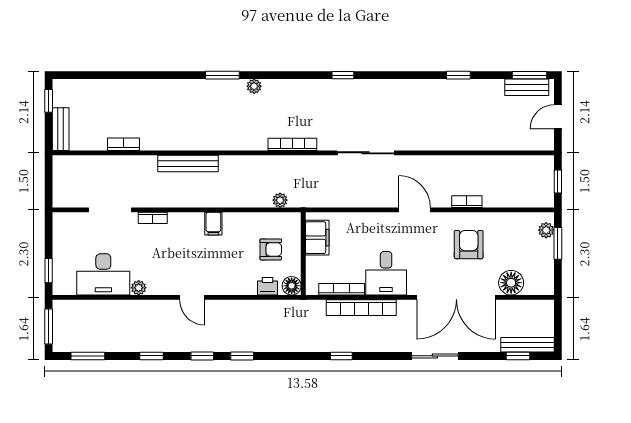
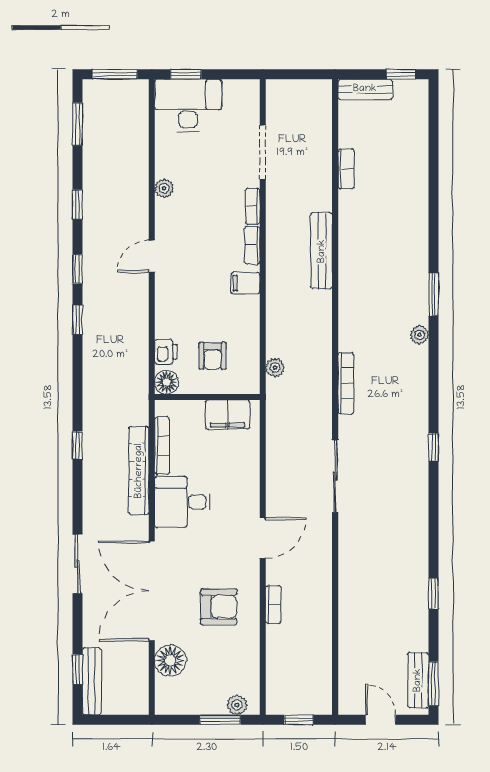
bookcase: (184, 218) -> (252, 245), added
desk: (103, 274) -> (188, 105), moved, turned 90

